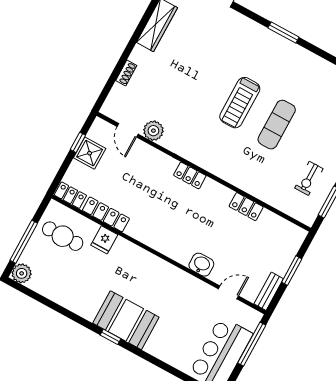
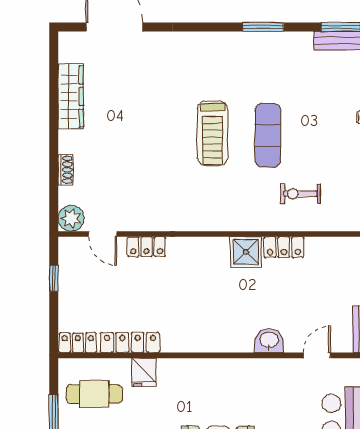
window: (283, 33) -> (263, 27), moved
plant: (153, 131) -> (71, 218), moved
shower: (90, 153) -> (246, 252), moved
locker: (190, 175) -> (147, 247), moved
exercise bike: (309, 178) -> (300, 194), moved, turned 90

